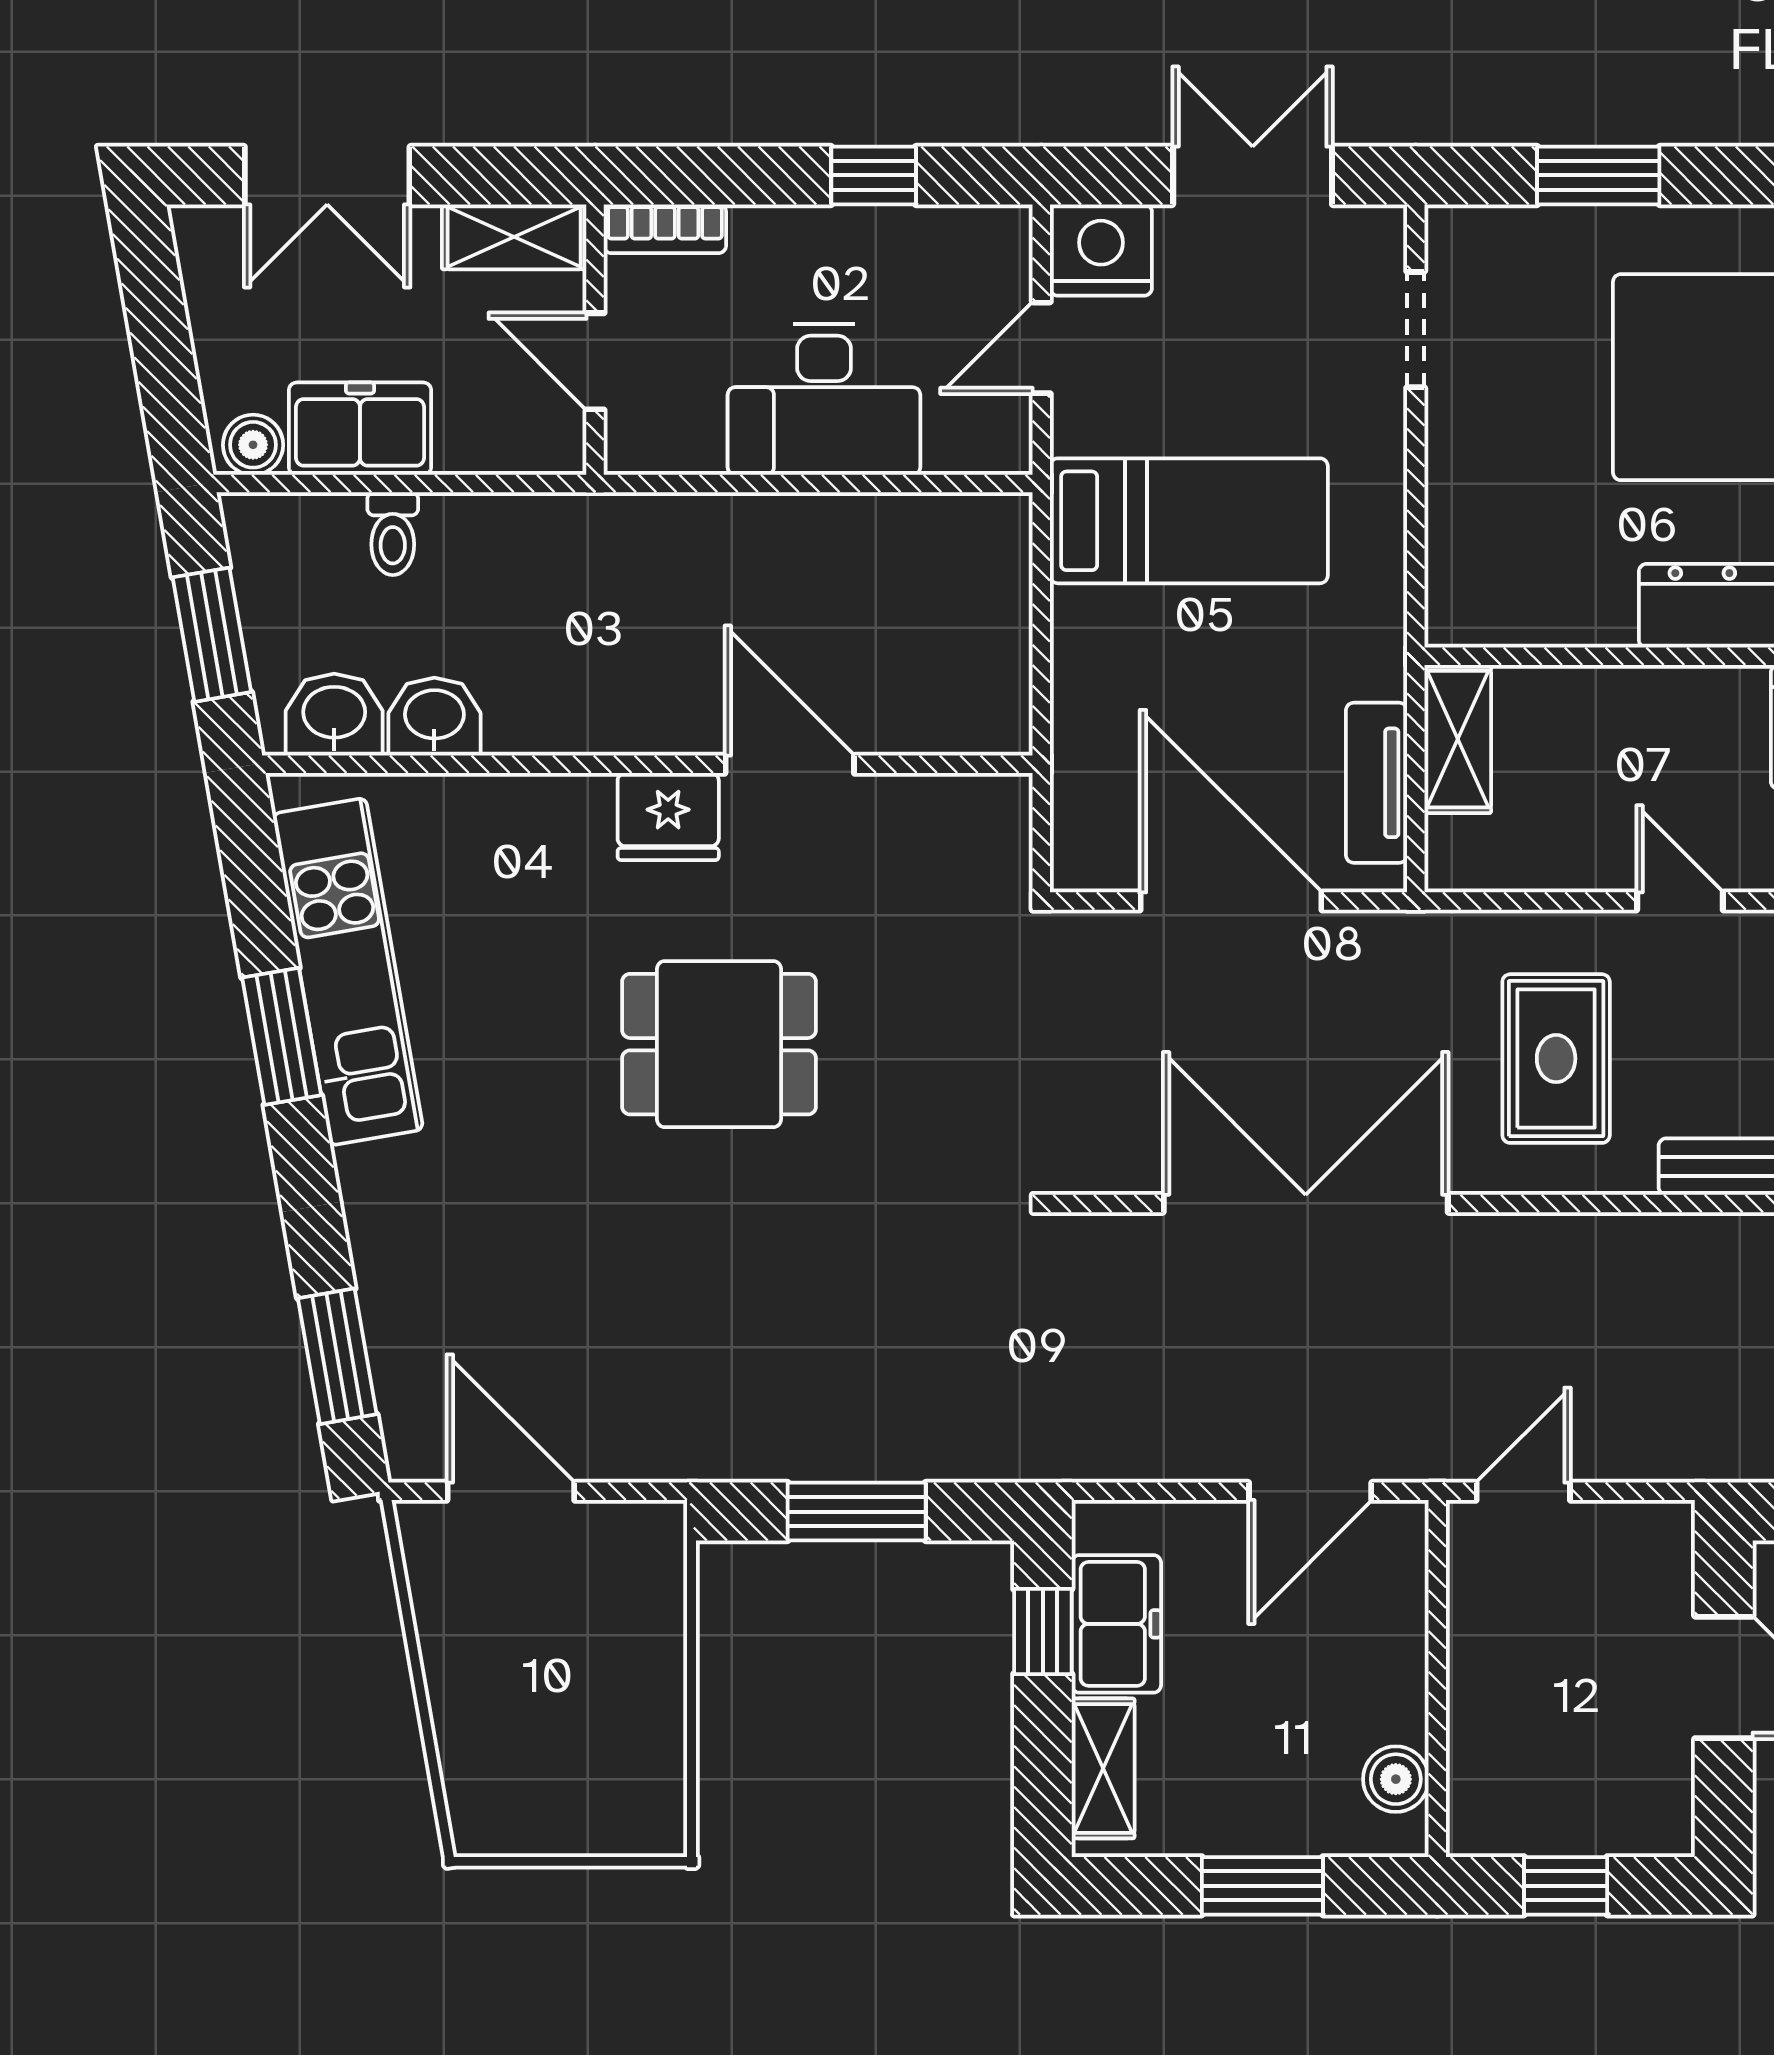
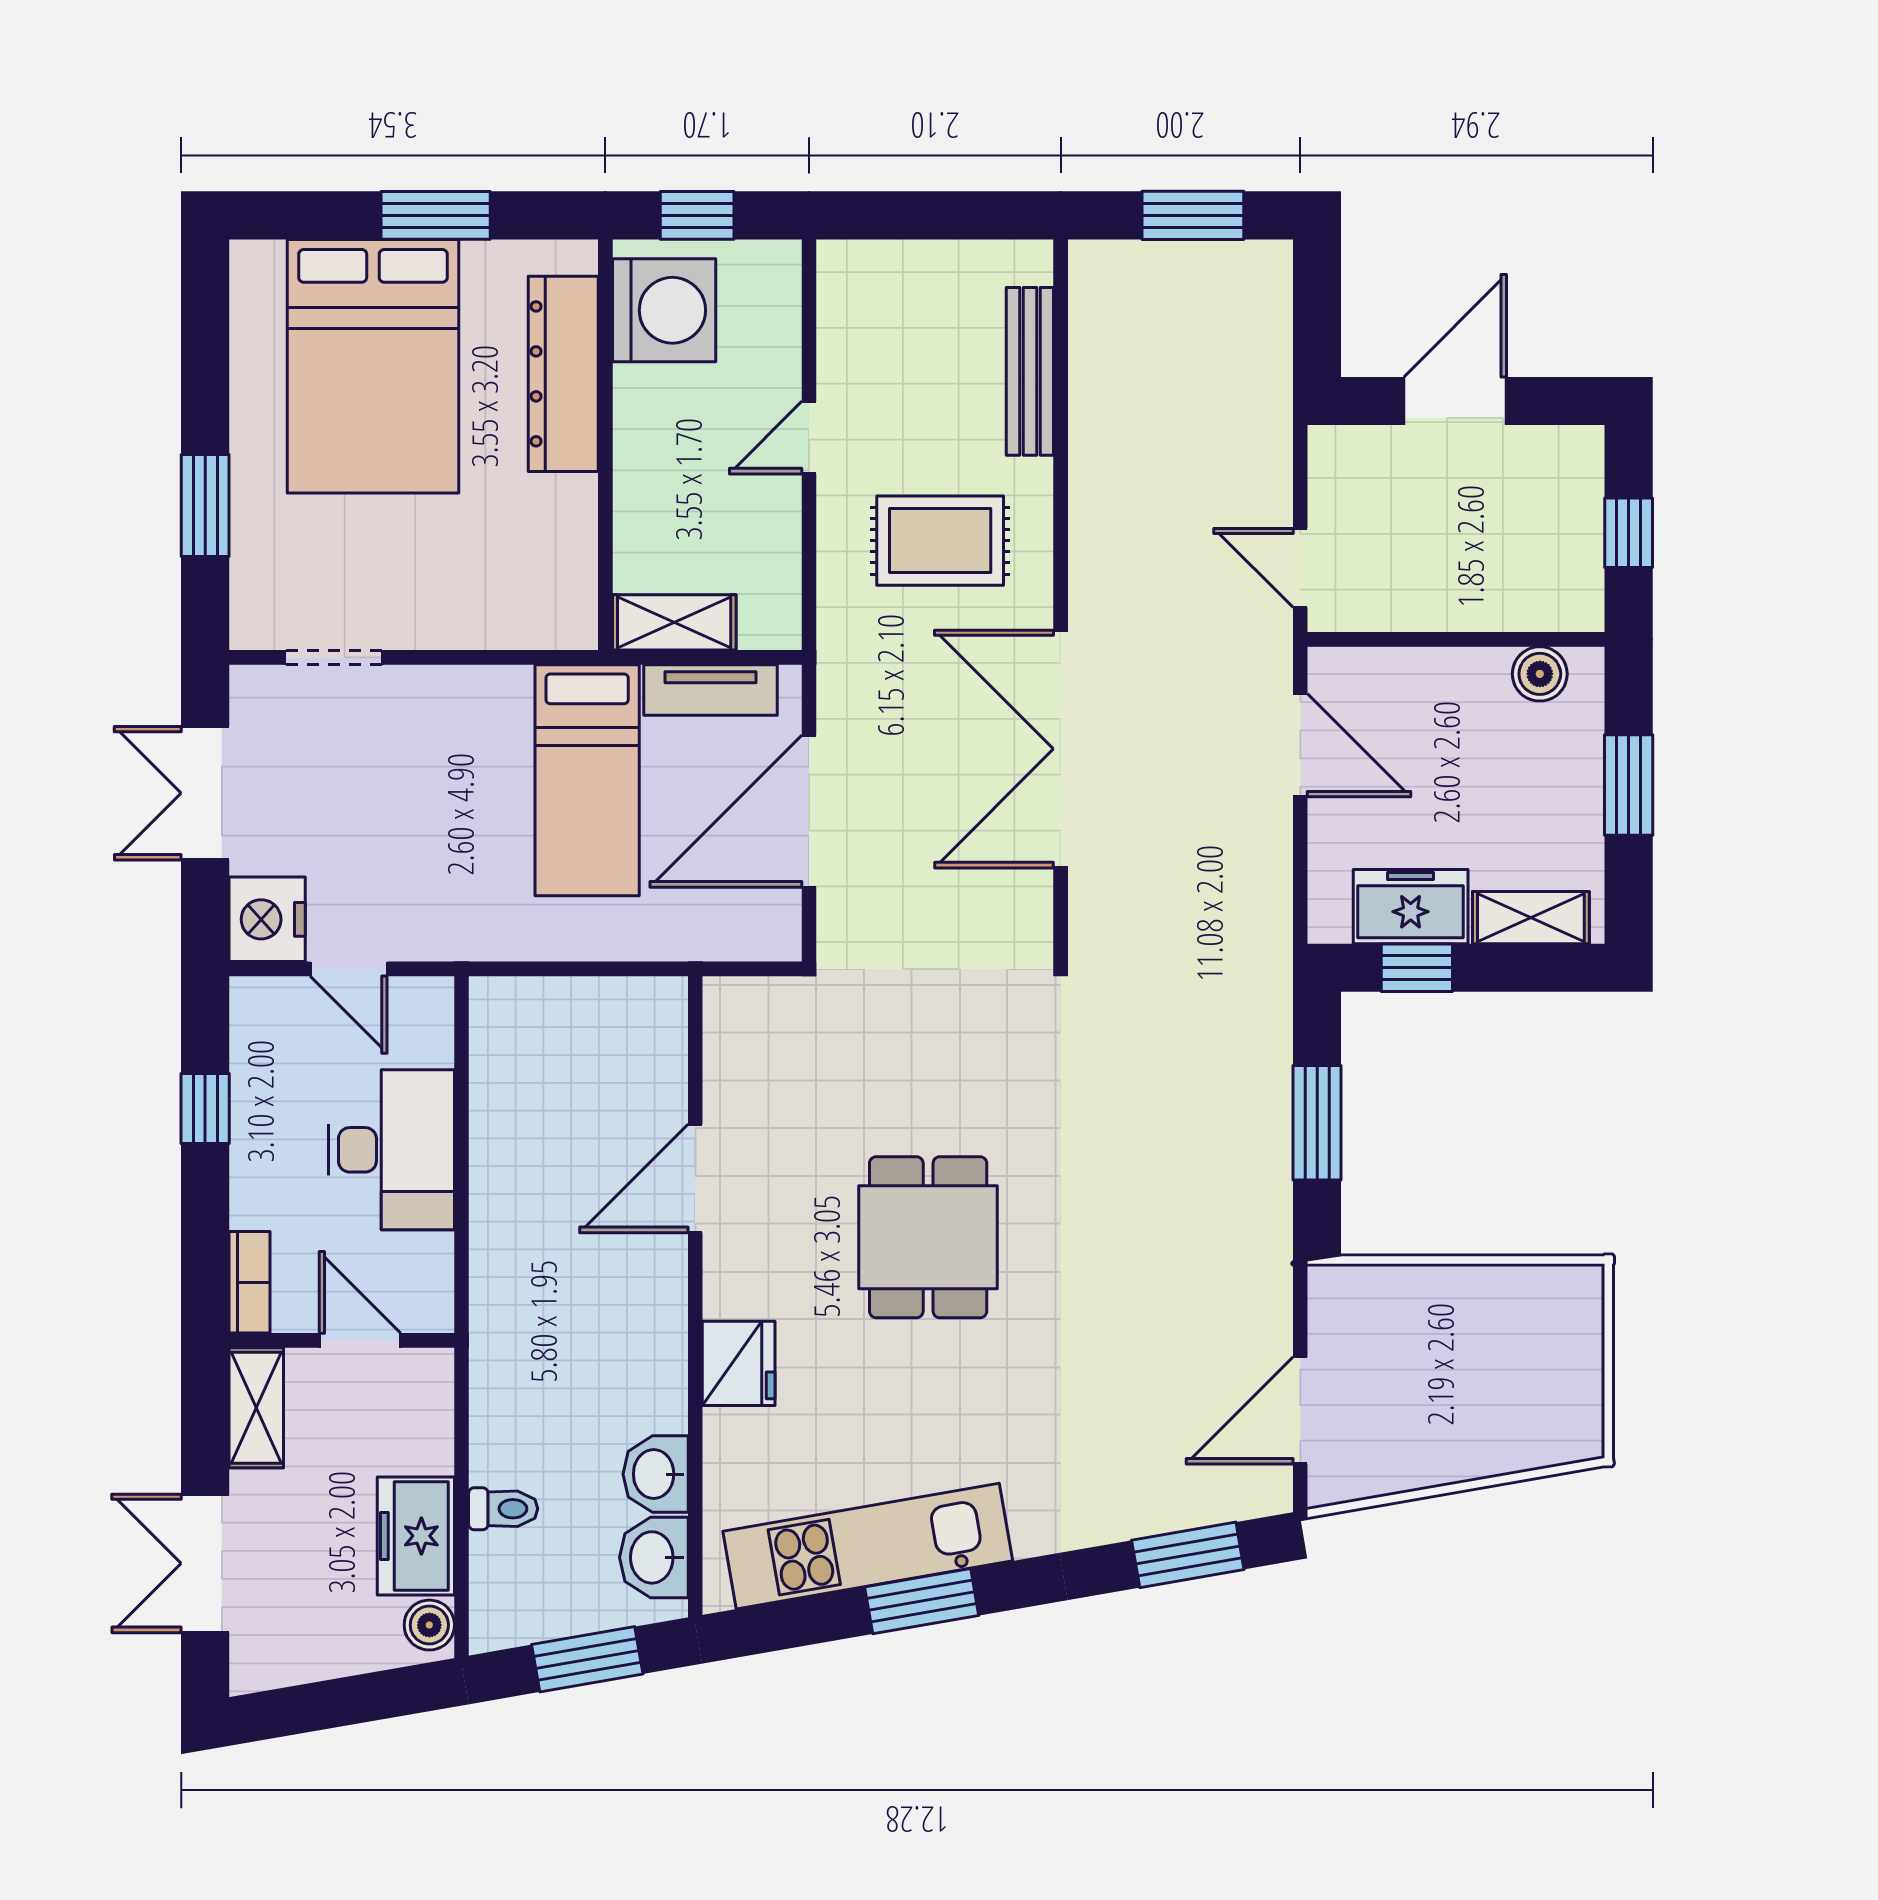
double door: (327, 175) -> (205, 1563), swing flipped
door: (595, 361) -> (360, 1340), swing flipped
bed: (1189, 521) -> (587, 780), moved, turned 180
fridge: (668, 817) -> (739, 1363), moved

